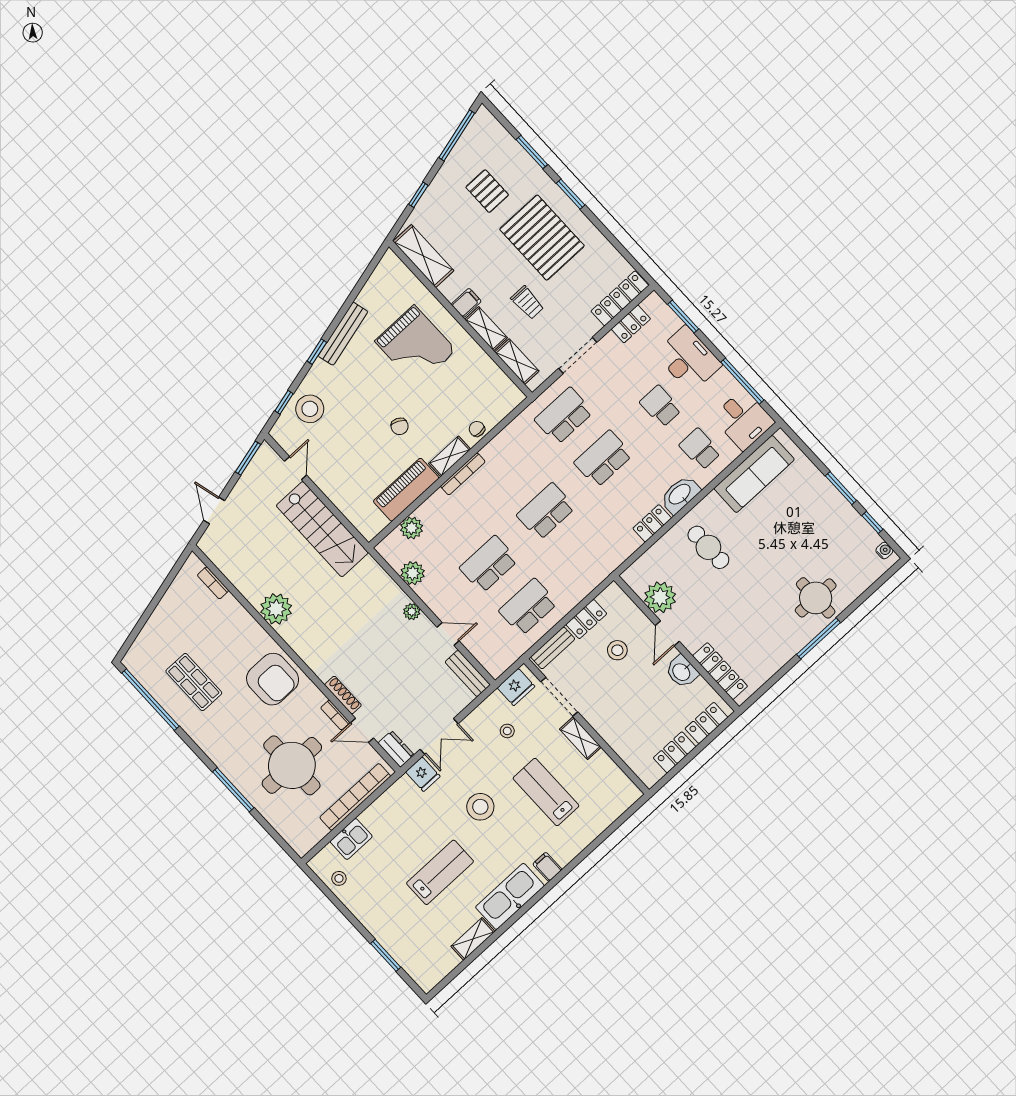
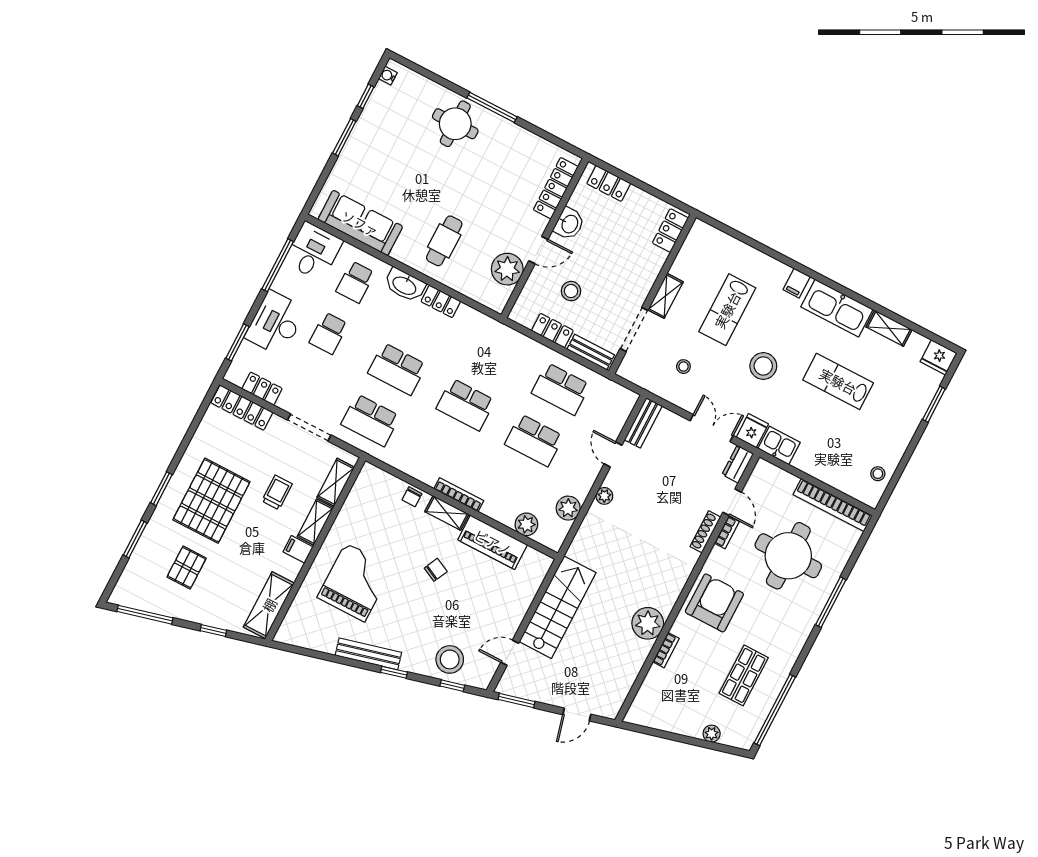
bookcase: (213, 583) -> (666, 650), moved
plant: (150, 632) -> (712, 734), added
fridge: (516, 687) -> (939, 357), moved, turned 180
locker: (675, 752) -> (670, 231), moved, turned 90
bookcase: (355, 797) -> (833, 505), moved
kitchen sink: (351, 839) -> (779, 445), moved

